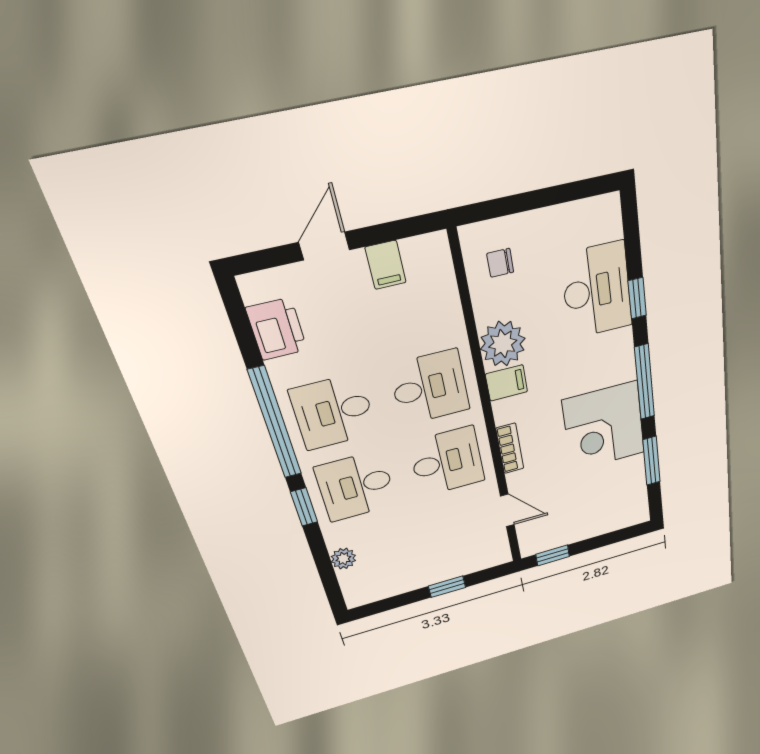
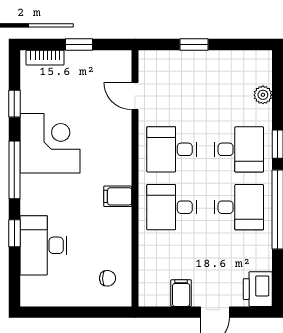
printer: (277, 329) -> (258, 289), moved
plant: (503, 344) -> (115, 225), removed
bookcase: (510, 448) -> (45, 58), moved, turned -90
window: (651, 461) -> (14, 104), width x0.67
window: (553, 555) -> (79, 44), moved

